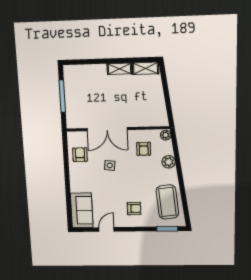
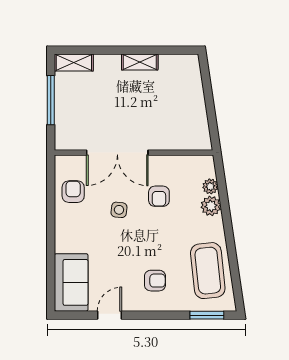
shelving: (146, 68) -> (74, 62), moved
plant: (166, 135) -> (210, 186), moved
armchair: (144, 149) -> (159, 196), moved

